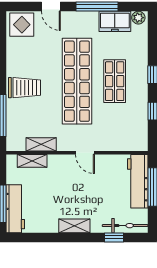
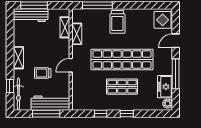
trolley: (96, 192) -> (43, 73), added

